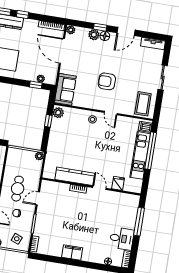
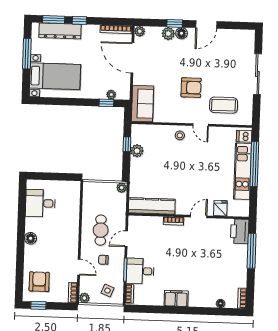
tv unit: (153, 44) -> (241, 35), removed
sliding door: (163, 77) -> (257, 74), width x1.37
armchair: (107, 81) -> (191, 88), turned 180
coffee table: (143, 104) -> (224, 105), moved, turned 90
plant: (58, 113) -> (137, 151), moved
kitchen counter: (75, 176) -> (152, 206), moved
door: (99, 188) -> (199, 217), hinge flipped
printer: (131, 204) -> (240, 231), added
desk: (122, 239) -> (140, 271), moved, turned 180

